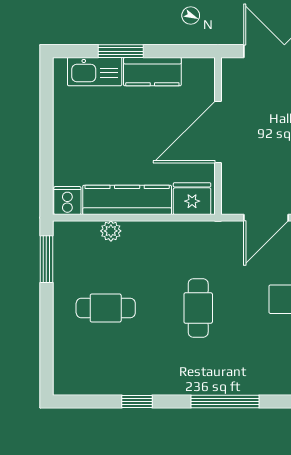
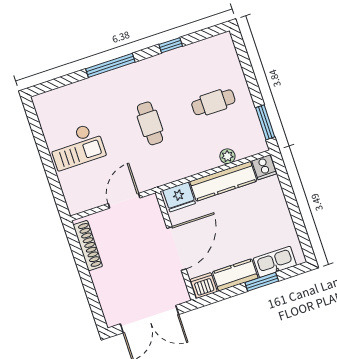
dishwasher: (198, 71) -> (204, 286), added

